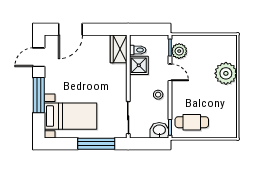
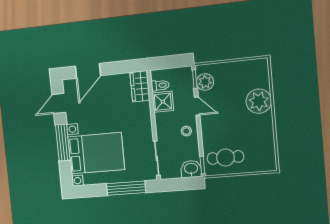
bed with nightstands: (71, 116) -> (96, 153), width x1.36

